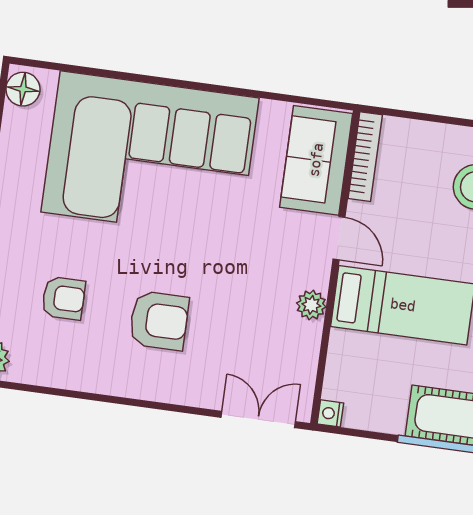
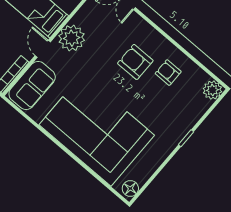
armchair: (63, 298) -> (168, 73), moved
plant: (311, 305) -> (72, 38), width x1.88, depth x1.88

